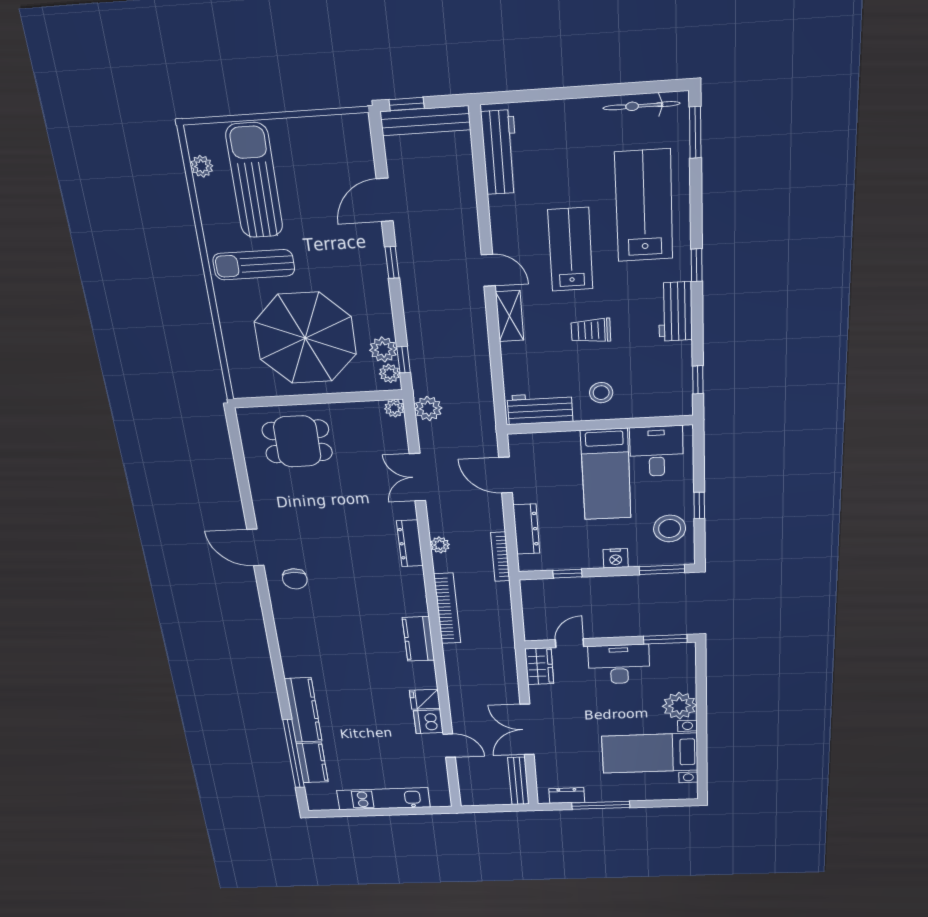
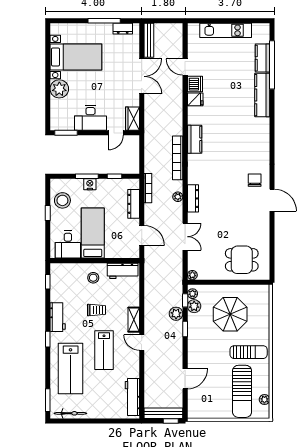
window: (392, 262) -> (185, 329), moved
parasol: (305, 338) -> (230, 314), width x0.73, depth x0.73
plant: (428, 408) -> (176, 314), moved
window: (662, 570) -> (87, 176), moved

